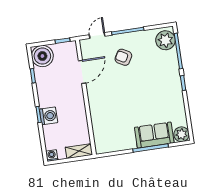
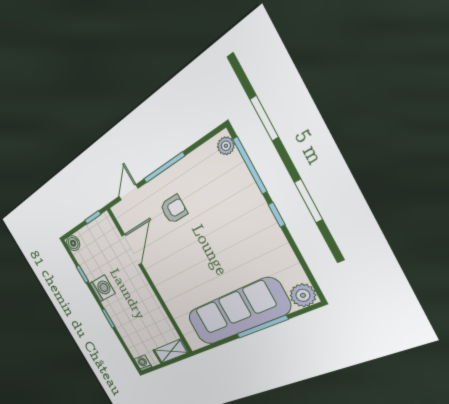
plant: (165, 40) -> (226, 146), width x0.53, depth x0.53
boiler: (42, 56) -> (73, 243), width x0.54, depth x0.54
armchair: (123, 57) -> (174, 209), turned 151
washing machine: (49, 116) -> (102, 288), moved
sofa: (154, 135) -> (237, 312), width x1.85, depth x1.27

